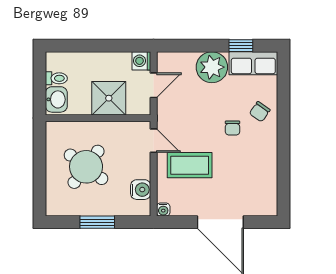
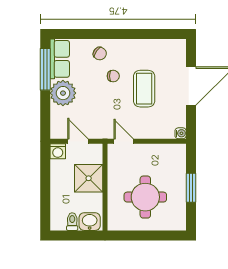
window: (241, 46) -> (45, 69), width x2.17
door: (154, 141) -> (124, 141), hinge flipped
coffee table: (190, 165) -> (144, 89), moved
round table: (86, 167) -> (145, 197), turned -37
water cooler: (141, 190) -> (164, 152), removed

